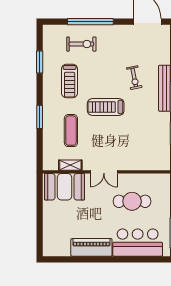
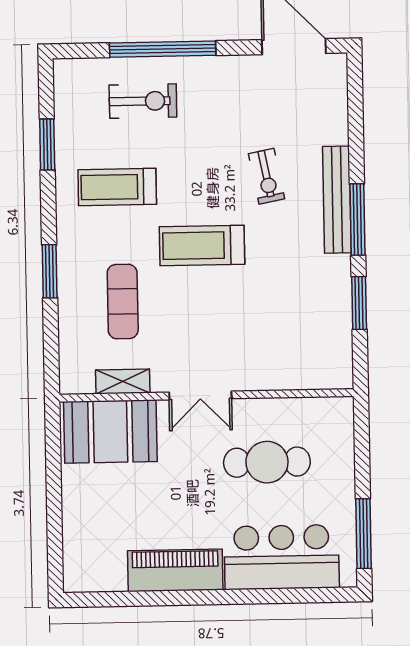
treadmill: (70, 81) -> (117, 187), turned 90

